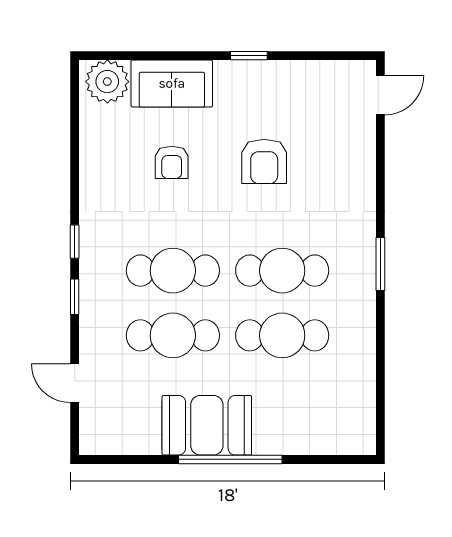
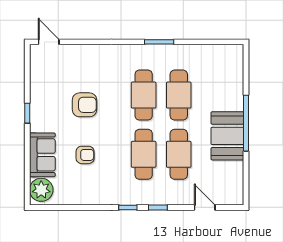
window: (380, 264) -> (159, 42), moved
door: (75, 383) -> (205, 207), swing flipped

